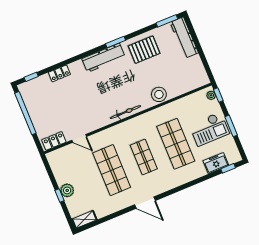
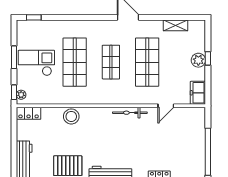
bicycle: (126, 112) -> (130, 113), moved
door: (79, 138) -> (166, 106), swing flipped
locker: (54, 141) -> (29, 113), moved
freezer: (216, 163) -> (198, 93), moved, turned 90
shelving: (84, 219) -> (175, 25), moved

